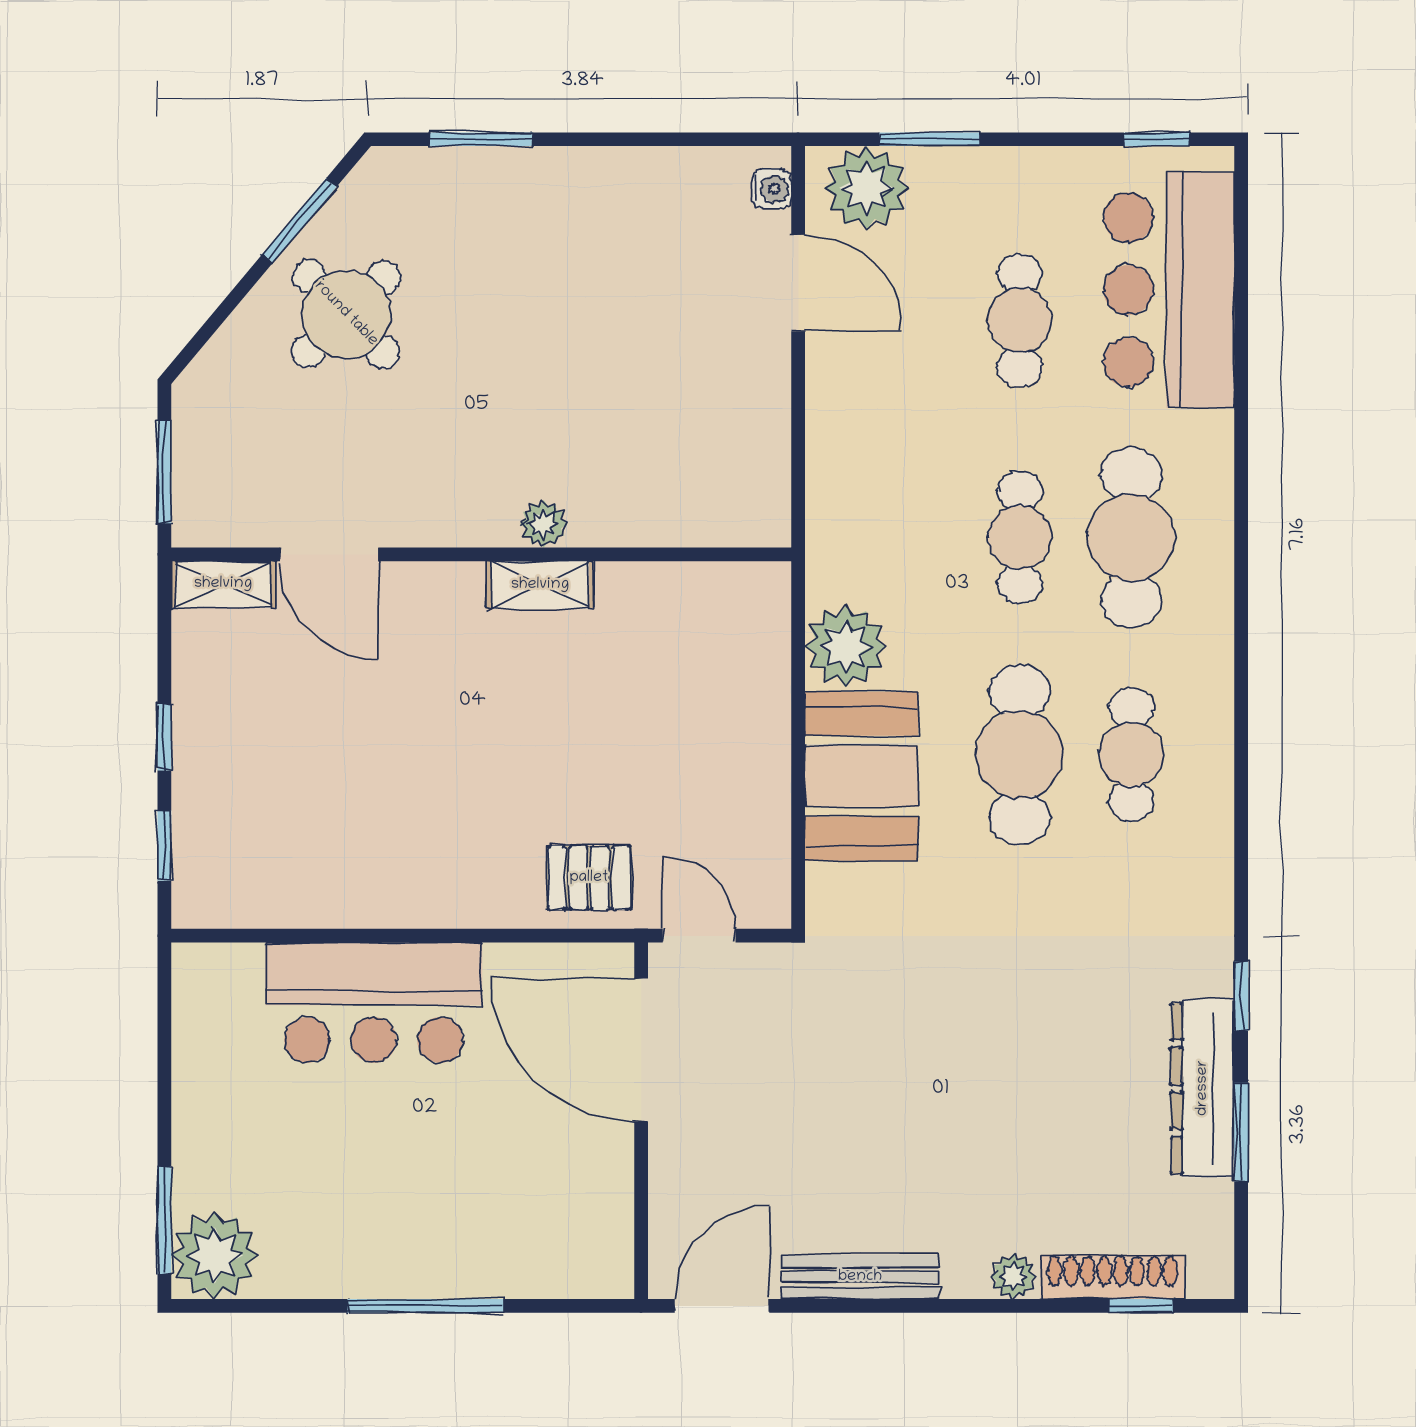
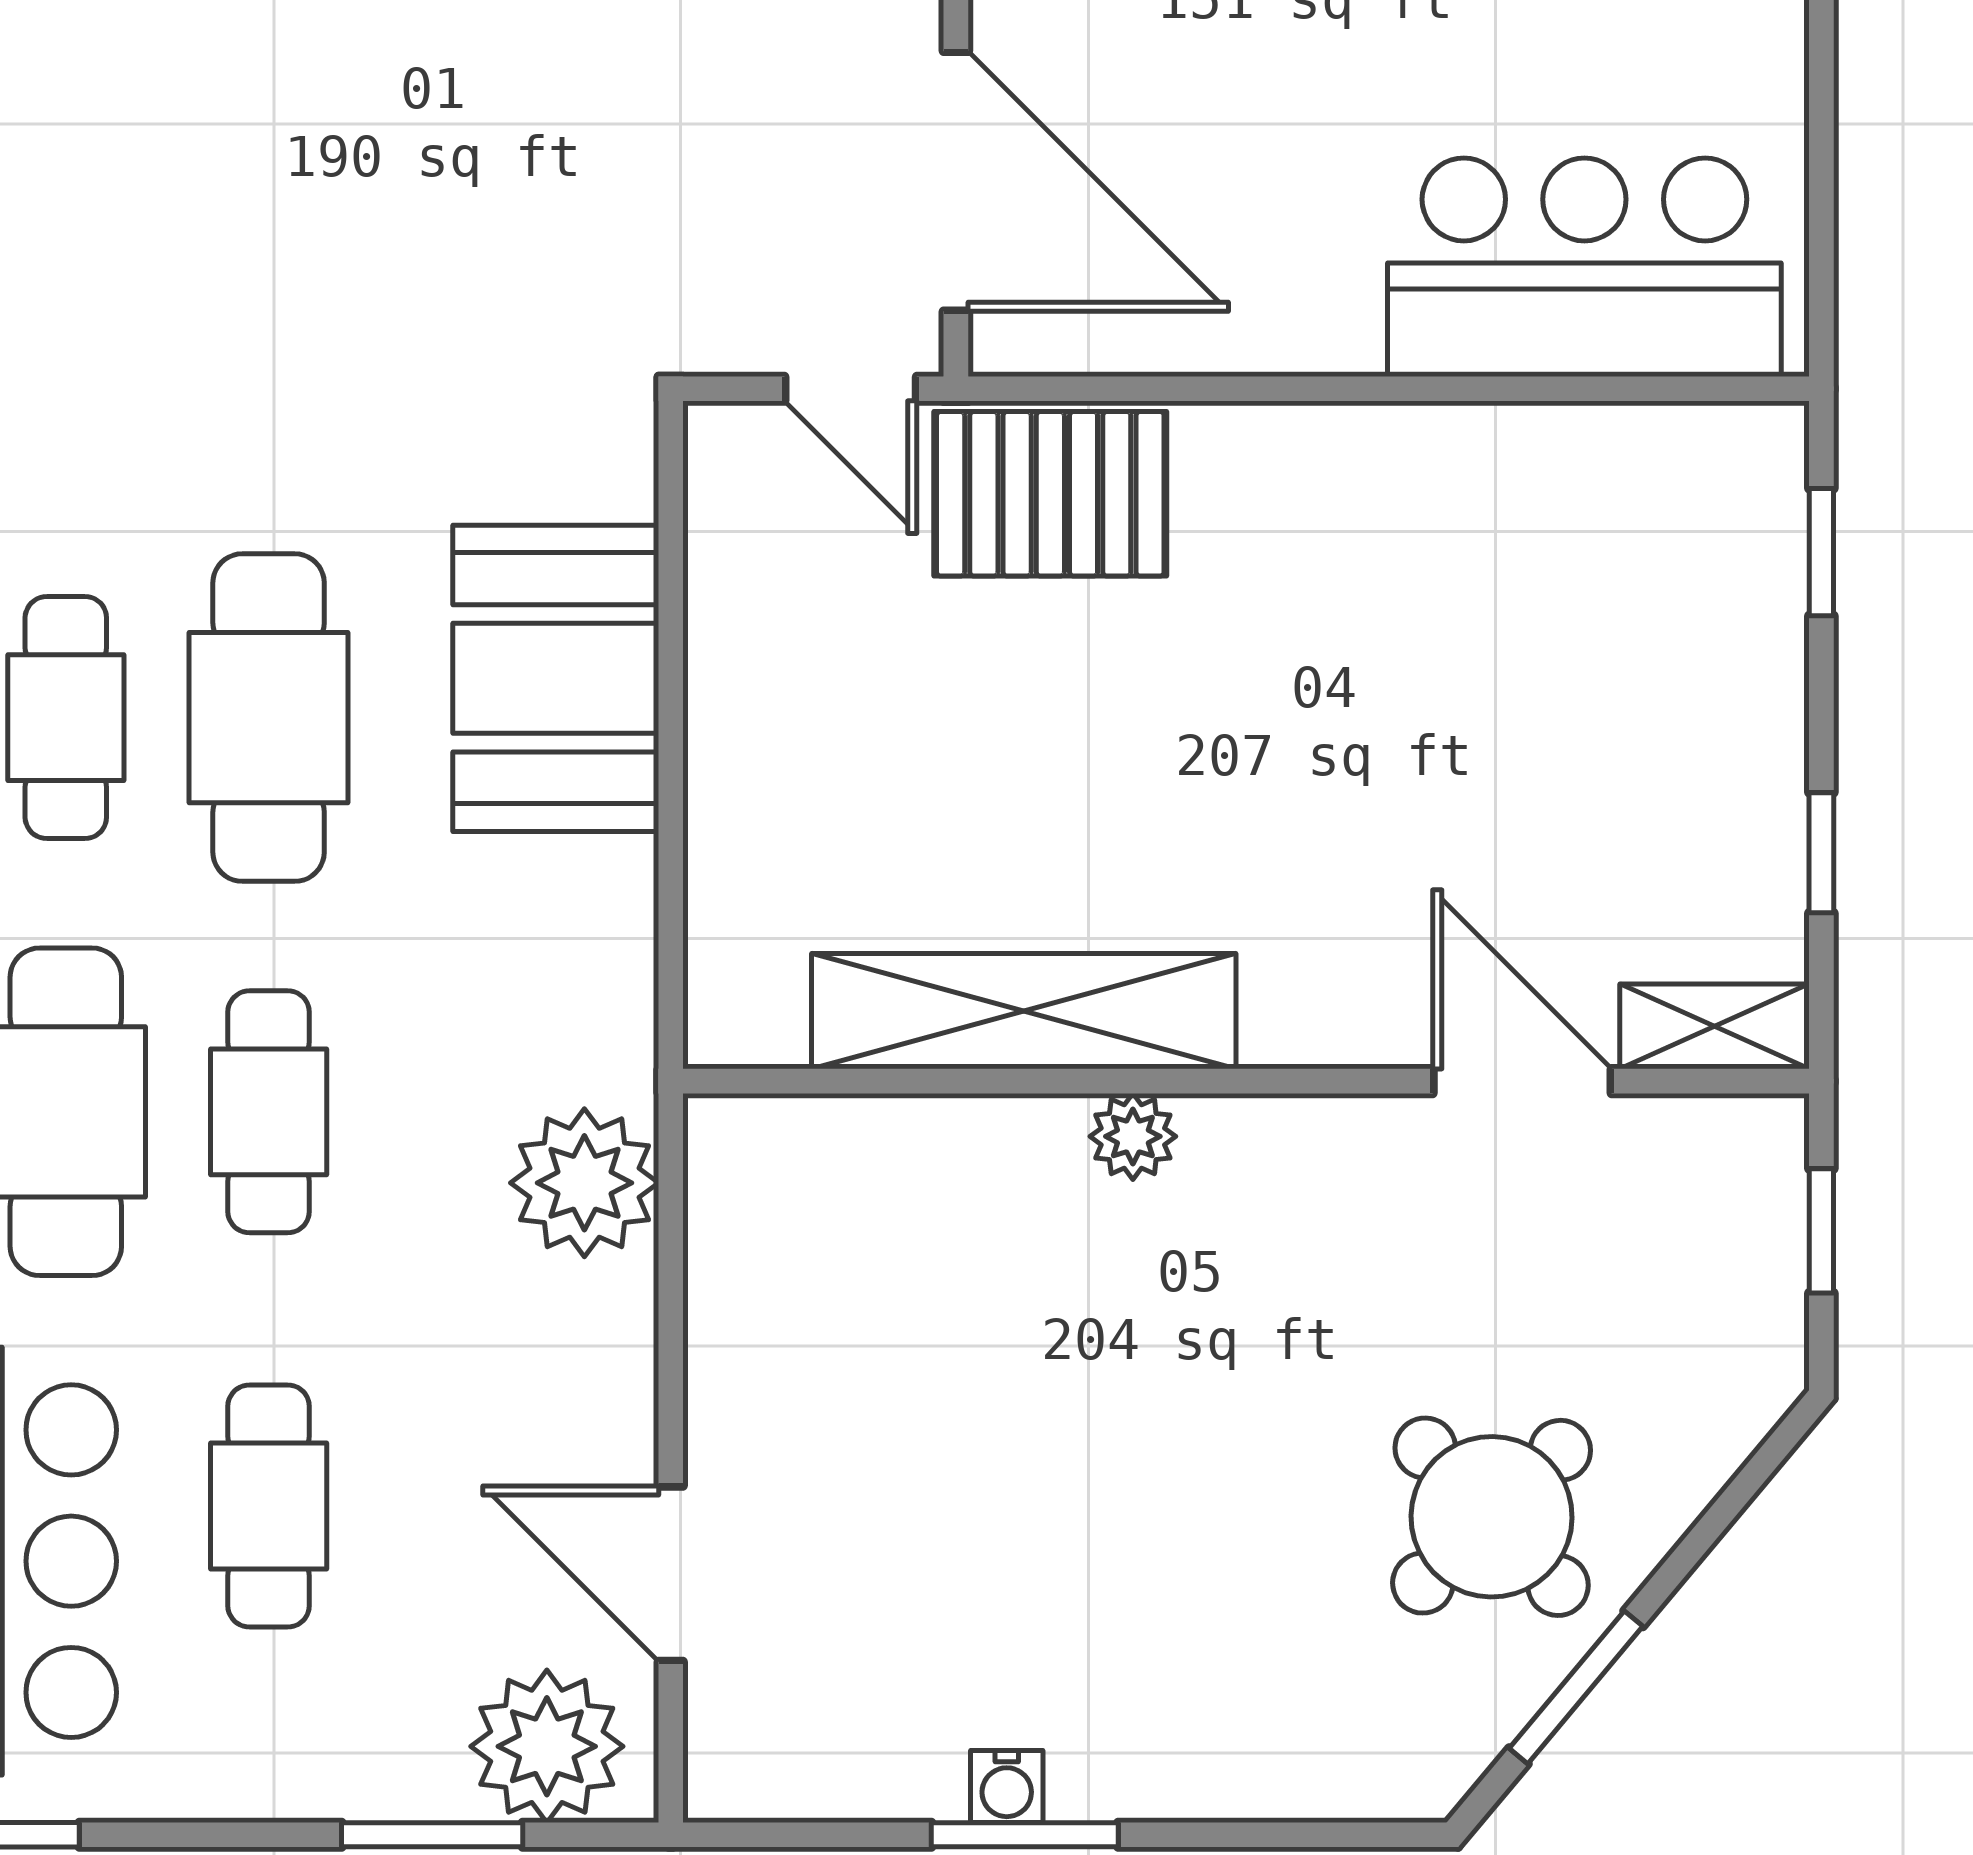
window: (481, 139) -> (1025, 1835), moved
water cooler: (771, 189) -> (1007, 1786), moved, turned -90
window: (164, 472) -> (1821, 1231), width x0.67
shelving: (540, 585) -> (1024, 1011), width x2.20, depth x1.33
plant: (846, 647) -> (584, 1183), moved
window: (164, 737) -> (1821, 853), moved
pallet: (589, 878) -> (1050, 494), width x1.50, depth x1.42
bar counter: (374, 1003) -> (1584, 267), moved

